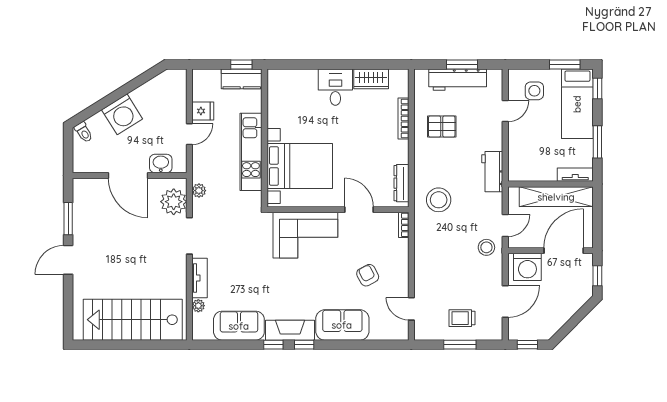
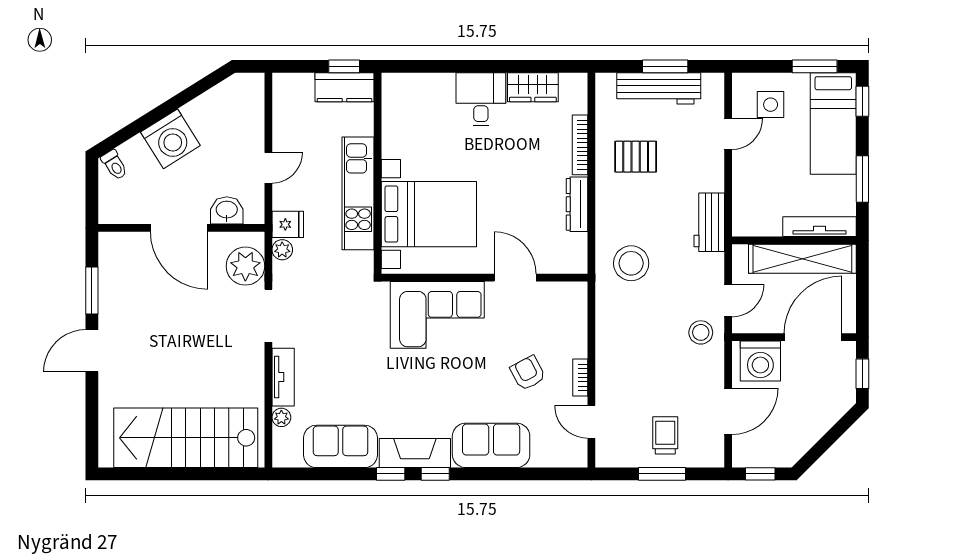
fridge: (203, 111) -> (288, 224), moved
tv unit: (575, 175) -> (819, 227), width x1.41
dresser: (401, 183) -> (577, 204), moved
bookcase: (404, 225) -> (580, 378), moved
trolley: (462, 318) -> (665, 435), turned 90

